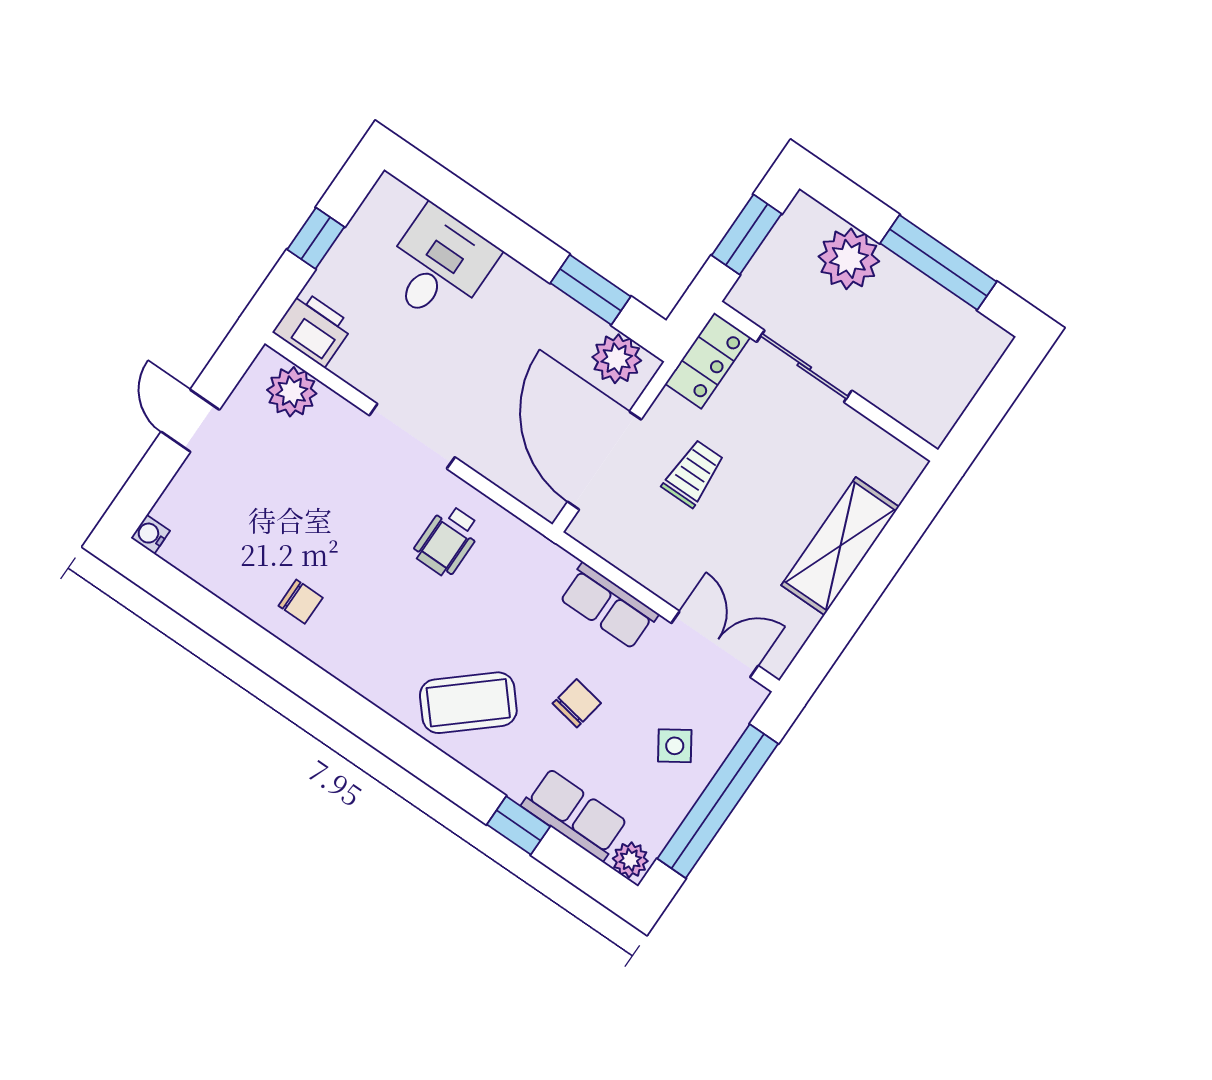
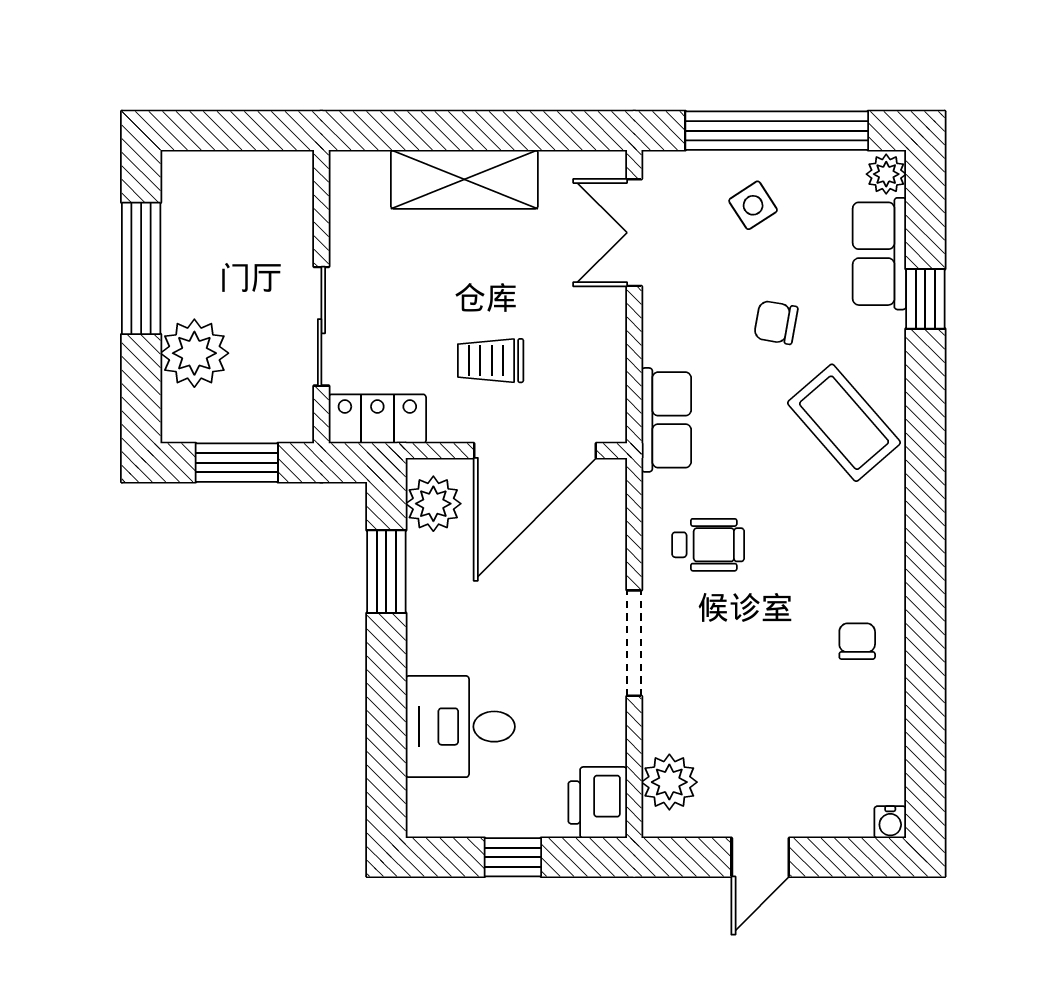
row of seats: (608, 606) -> (666, 420), moved

